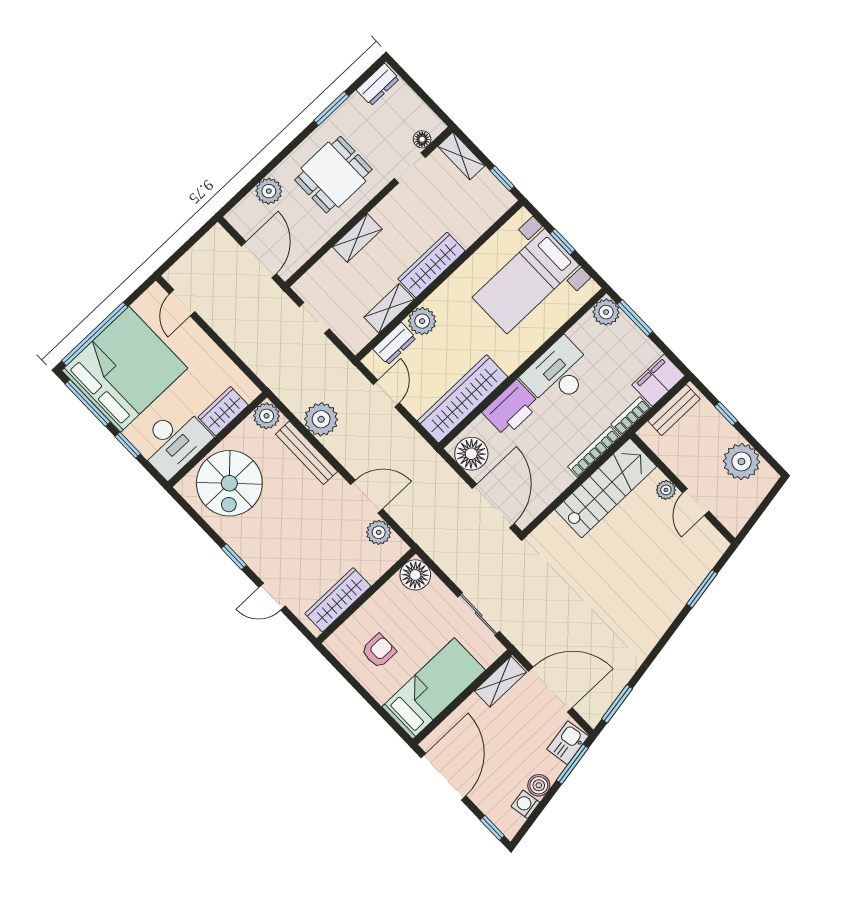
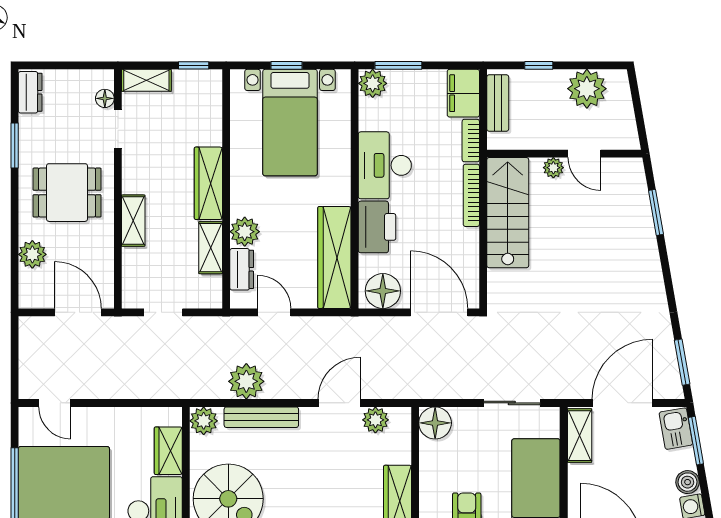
dining table: (333, 175) -> (67, 193), turned 90

